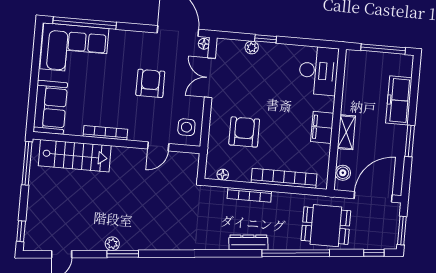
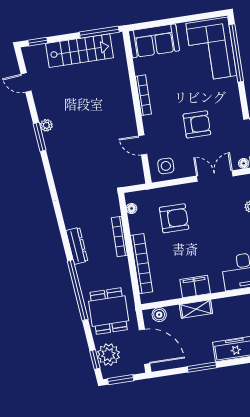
stairs: (75, 156) -> (79, 51), moved, turned -90
plant: (372, 237) -> (108, 355), added

